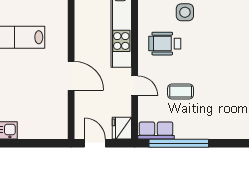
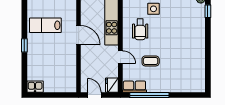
wheelchair: (165, 44) -> (140, 29), turned -90
door: (71, 76) -> (79, 35), moved

